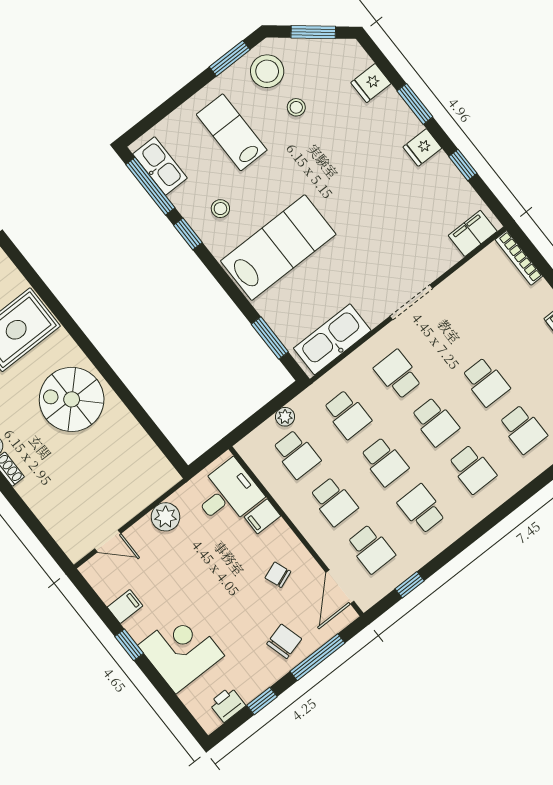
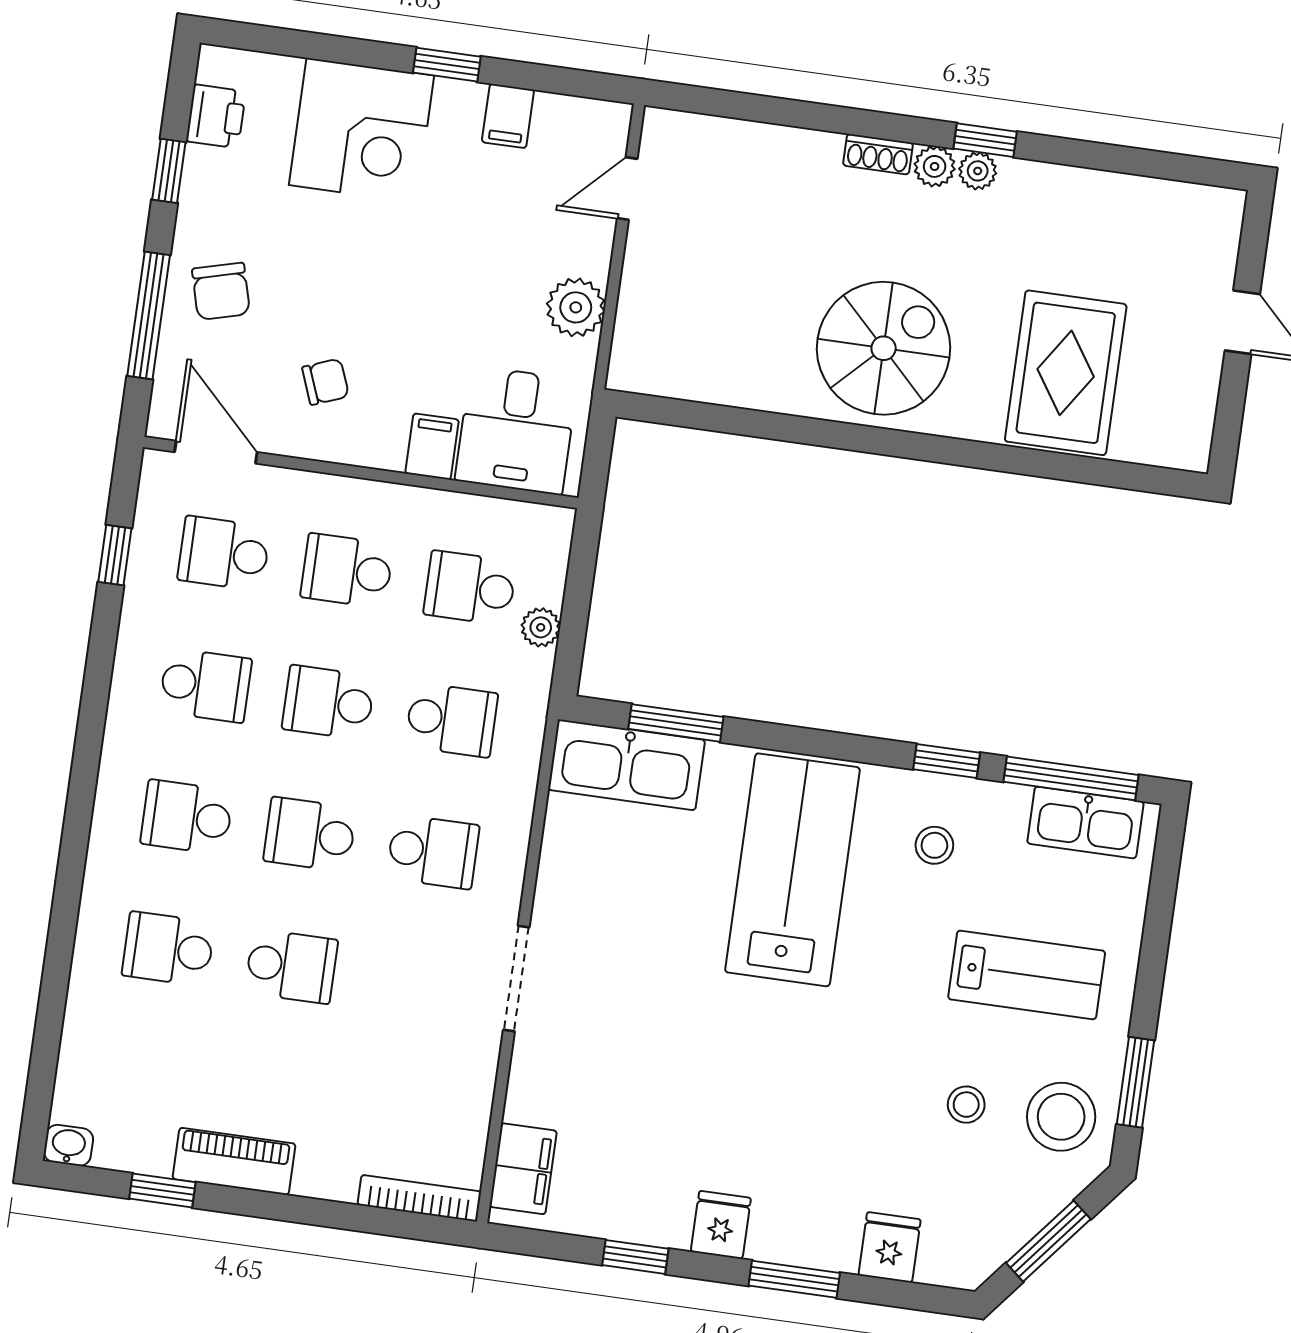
lab bench: (278, 248) -> (792, 870), turned 180
kitchen sink: (332, 339) -> (626, 765), moved, turned 90
school desk: (486, 382) -> (291, 966), turned 180
school desk: (347, 414) -> (451, 720), turned 180

